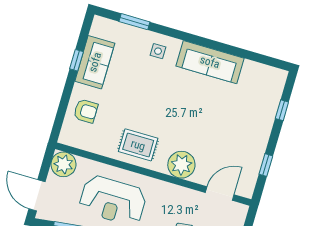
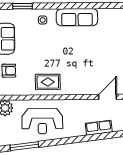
plant: (181, 165) -> (78, 86), removed

